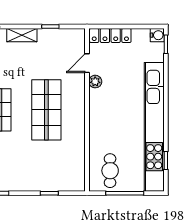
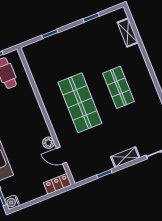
locker: (110, 35) -> (57, 184), width x0.66
door: (87, 63) -> (61, 155), swing flipped

